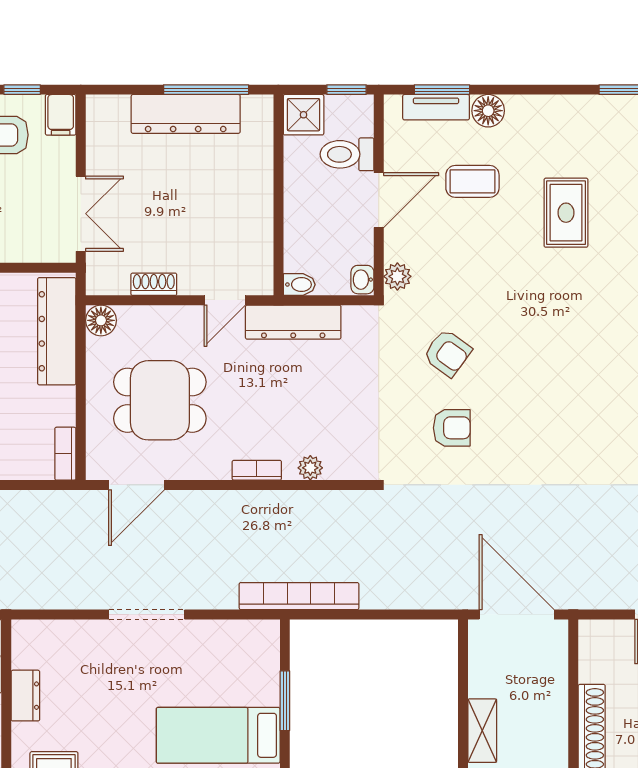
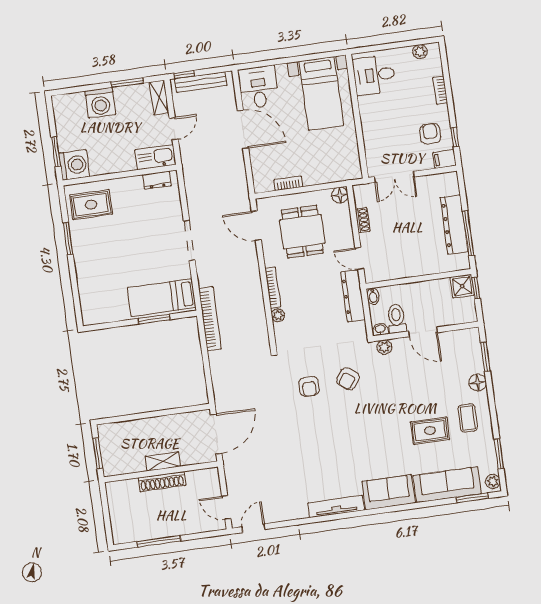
window: (346, 90) -> (476, 288), moved
tv unit: (436, 107) -> (476, 355), removed
toilet: (347, 154) -> (396, 319), moved
coffee table: (472, 181) -> (468, 418), moved
dresser: (57, 331) -> (331, 173), removed
bookcase: (65, 454) -> (288, 183), moved
bookcase: (257, 470) -> (273, 288), width x1.56
dresser: (25, 696) -> (157, 180), moved
shelving: (482, 731) -> (163, 461), moved
bed: (218, 735) -> (162, 298), moved, turned -90

